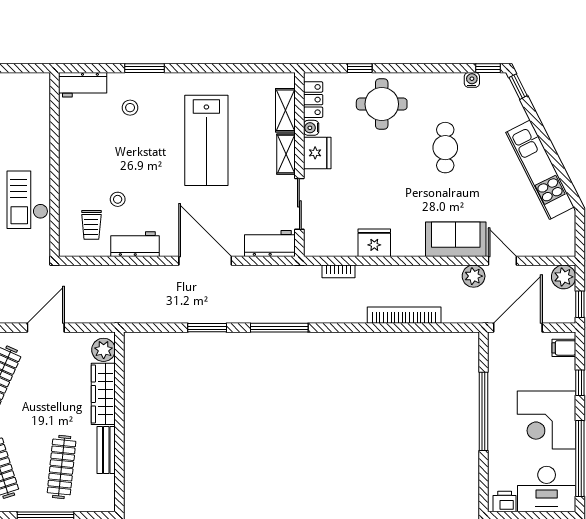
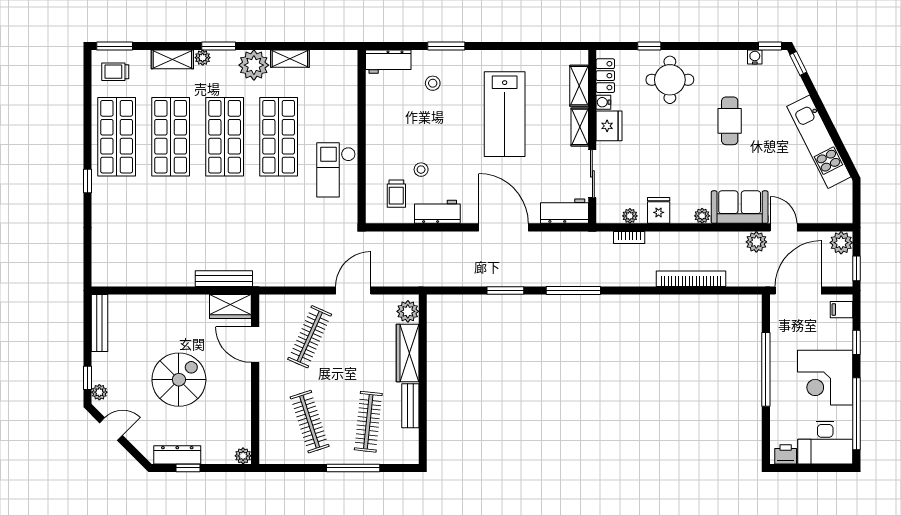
fridge: (374, 243) -> (659, 210), width x0.72
plant: (339, 248) -> (630, 216), added
plant: (416, 248) -> (702, 216), added

